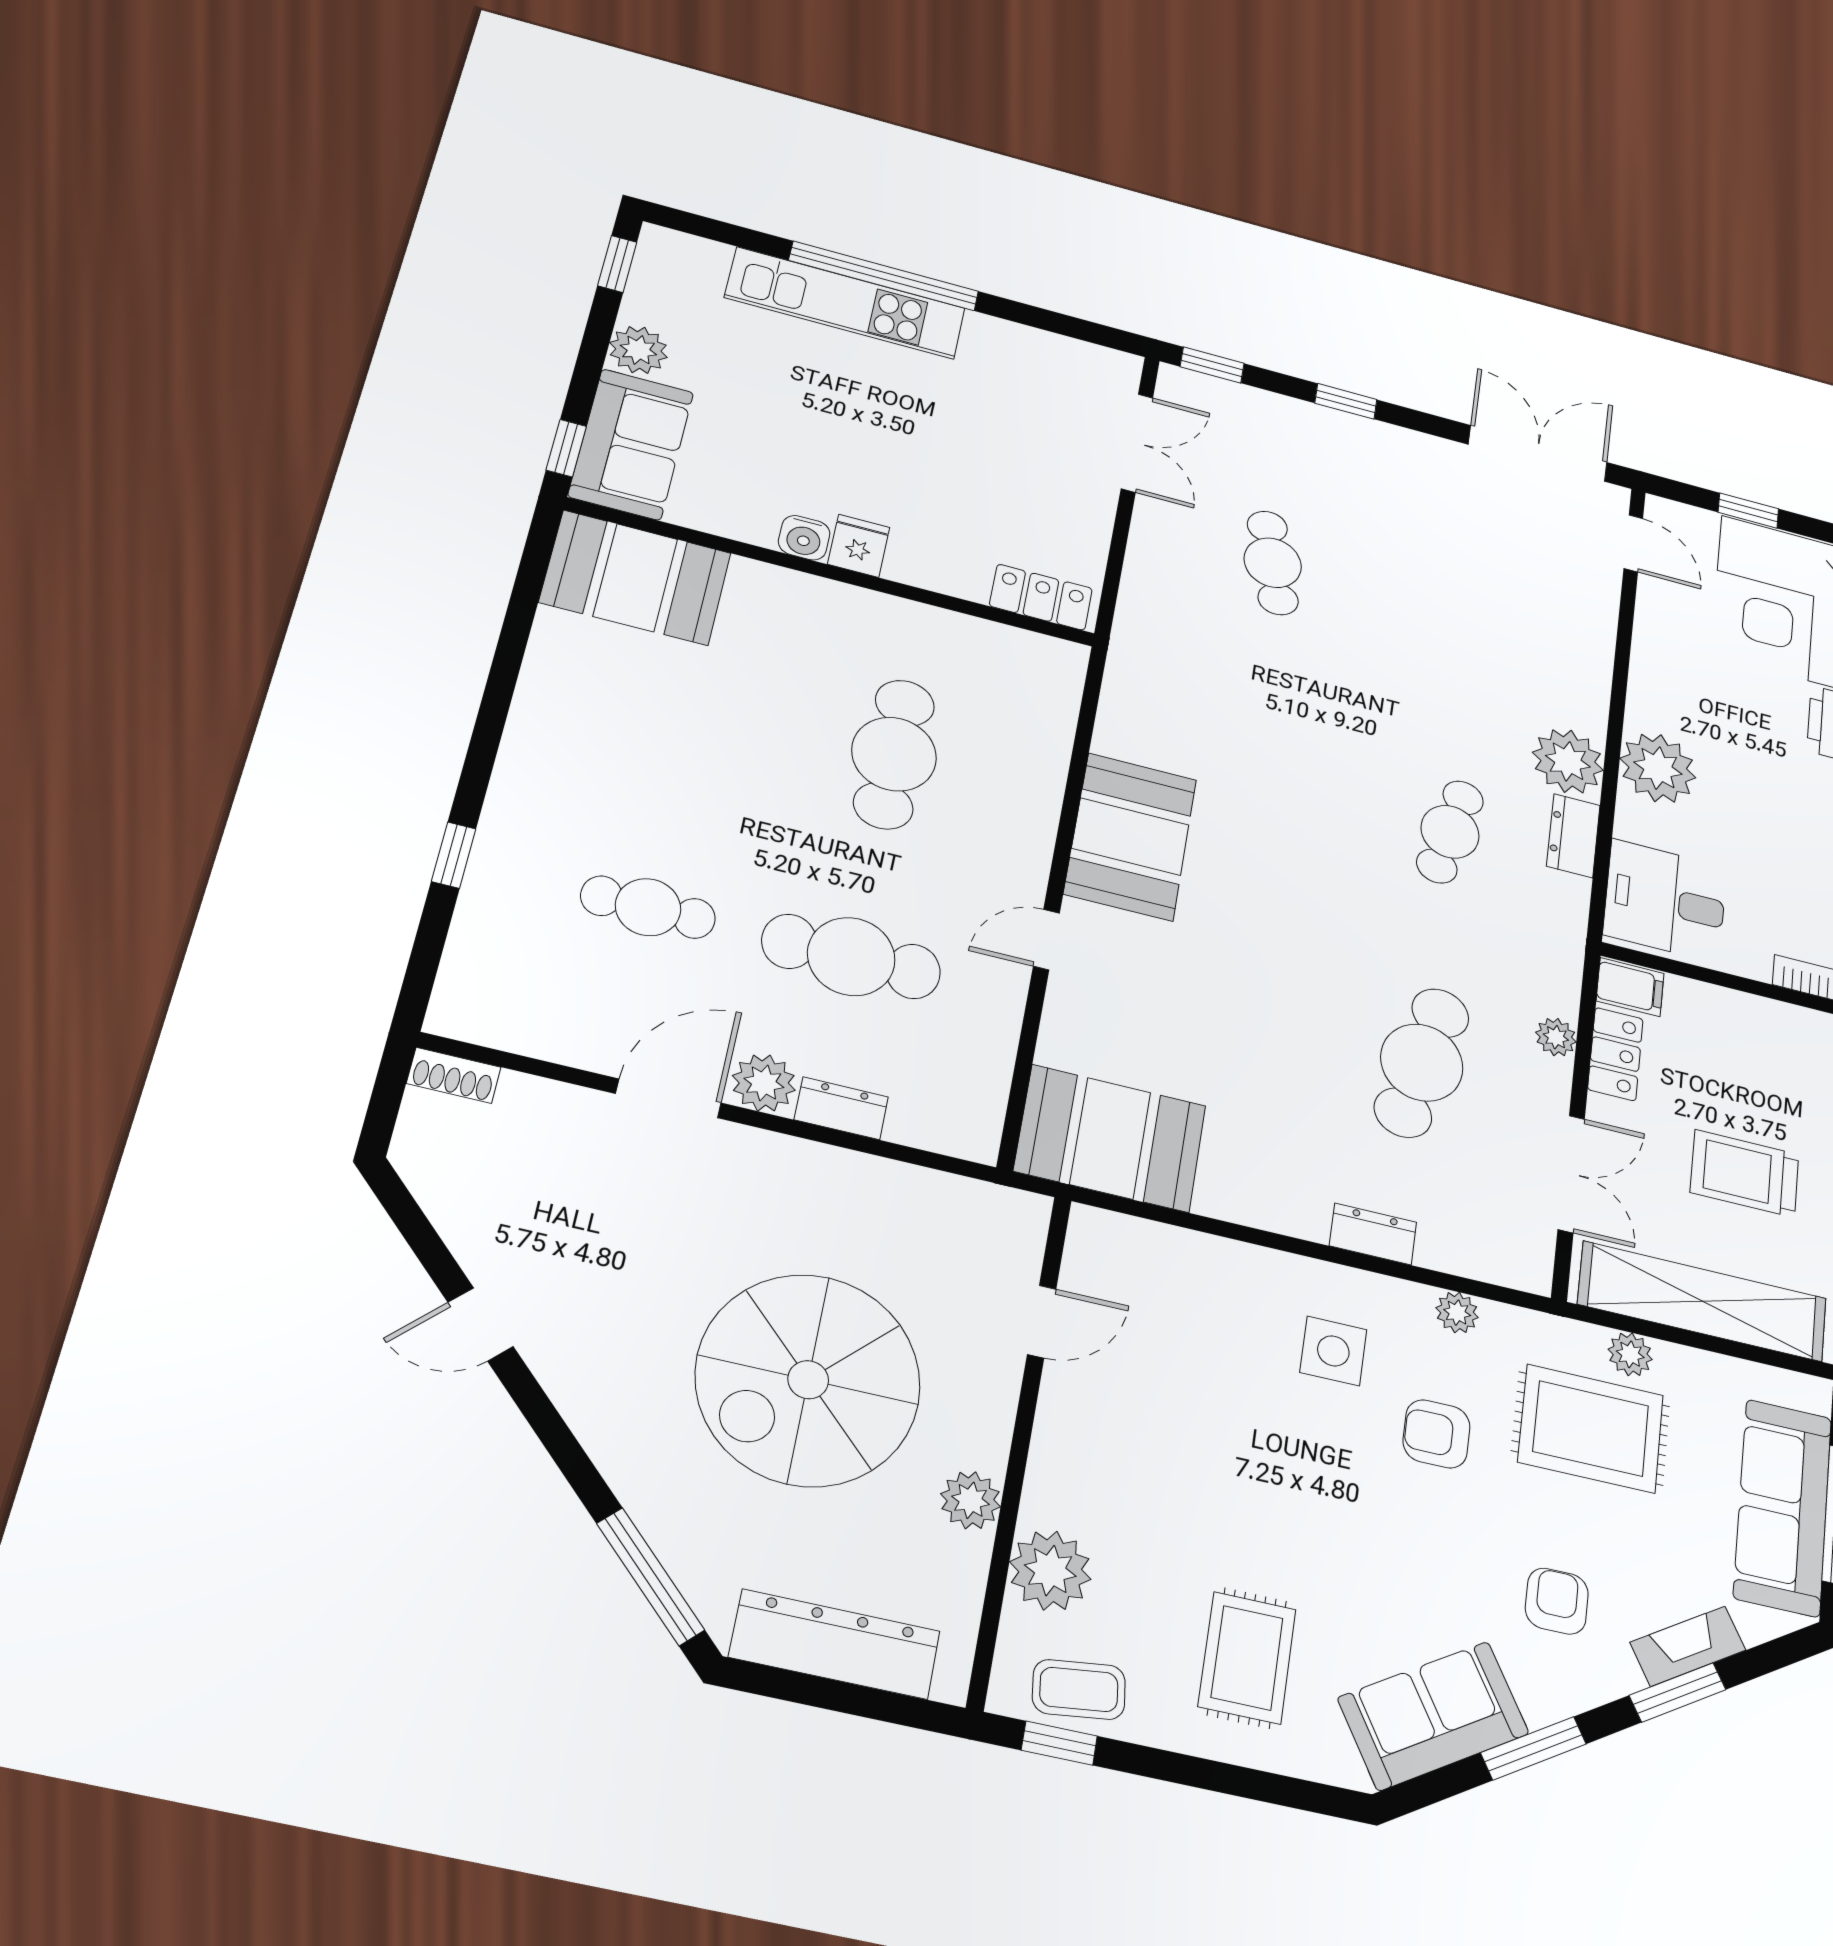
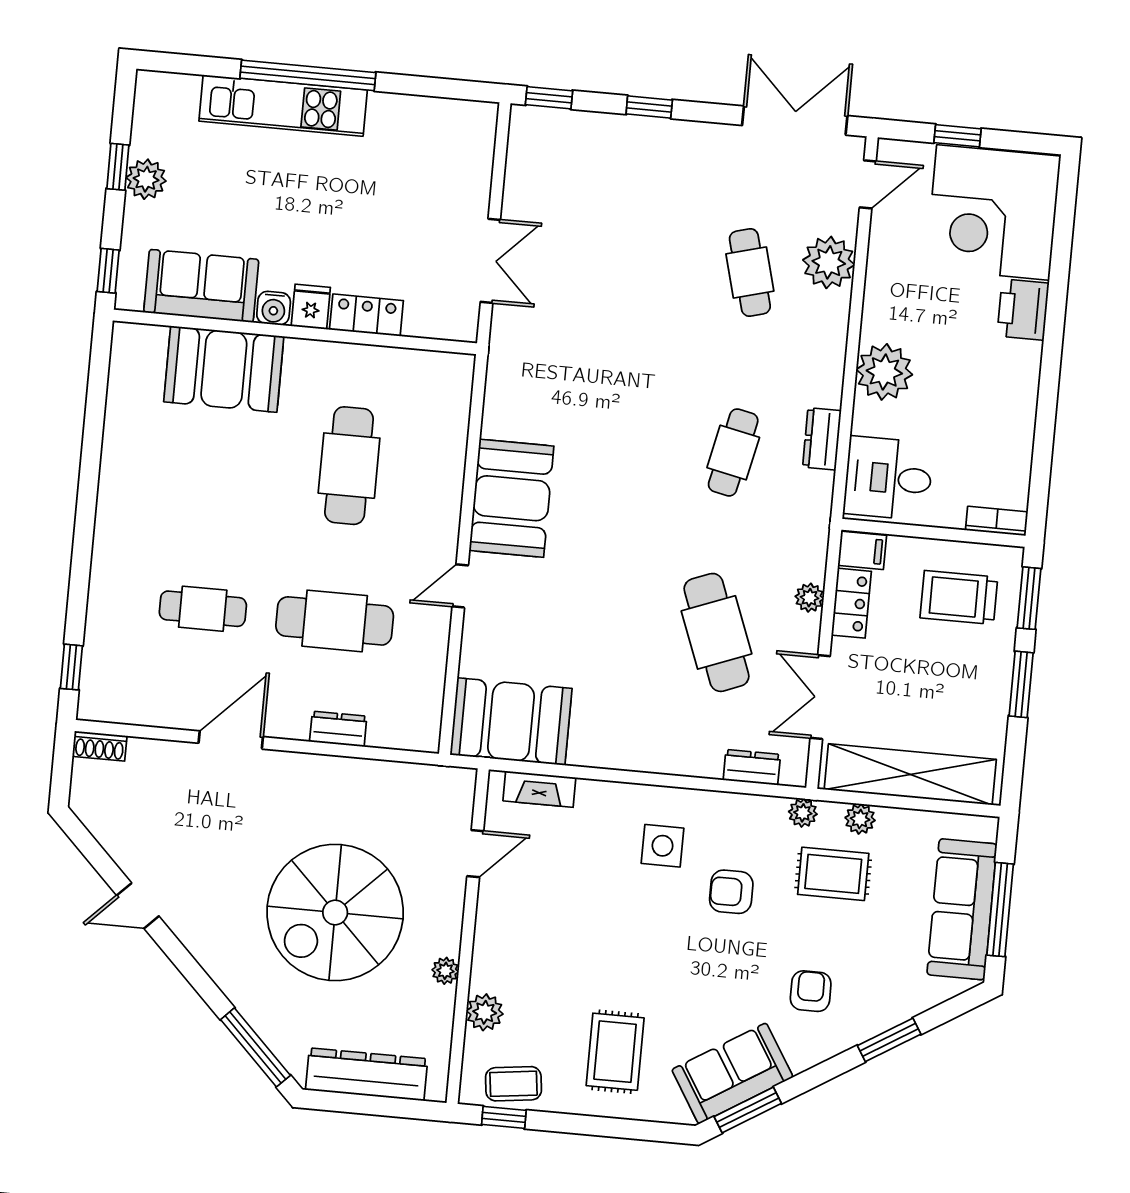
window: (617, 264) -> (118, 167), moved
double door: (1137, 443) -> (490, 261), moved
sofa: (631, 444) -> (201, 286), moved, turned -90
door: (1633, 543) -> (868, 184), hinge flipped
cafe table: (1273, 563) -> (750, 273), moved
booth: (635, 578) -> (224, 369), moved
locker: (1041, 597) -> (366, 315), moved
plant: (1568, 761) -> (829, 262), moved
window: (454, 855) -> (71, 667), moved
cafe table: (1422, 1063) -> (717, 632), turned -33
plant: (764, 1083) -> (288, 720), removed
trolley: (1745, 1173) -> (959, 597), moved
double door: (1571, 1174) -> (820, 697), swing flipped
dresser: (1373, 1234) -> (752, 767), moved
plant: (1457, 1313) -> (803, 813), moved
rug: (1591, 1429) -> (833, 874), width x0.73, depth x0.70
plant: (971, 1500) -> (445, 971), width x0.73, depth x0.73
plant: (1050, 1571) -> (485, 1012), width x0.73, depth x0.73
fireplace: (1688, 1646) -> (539, 789), moved, turned -148
window: (1533, 1748) -> (748, 1110), moved

